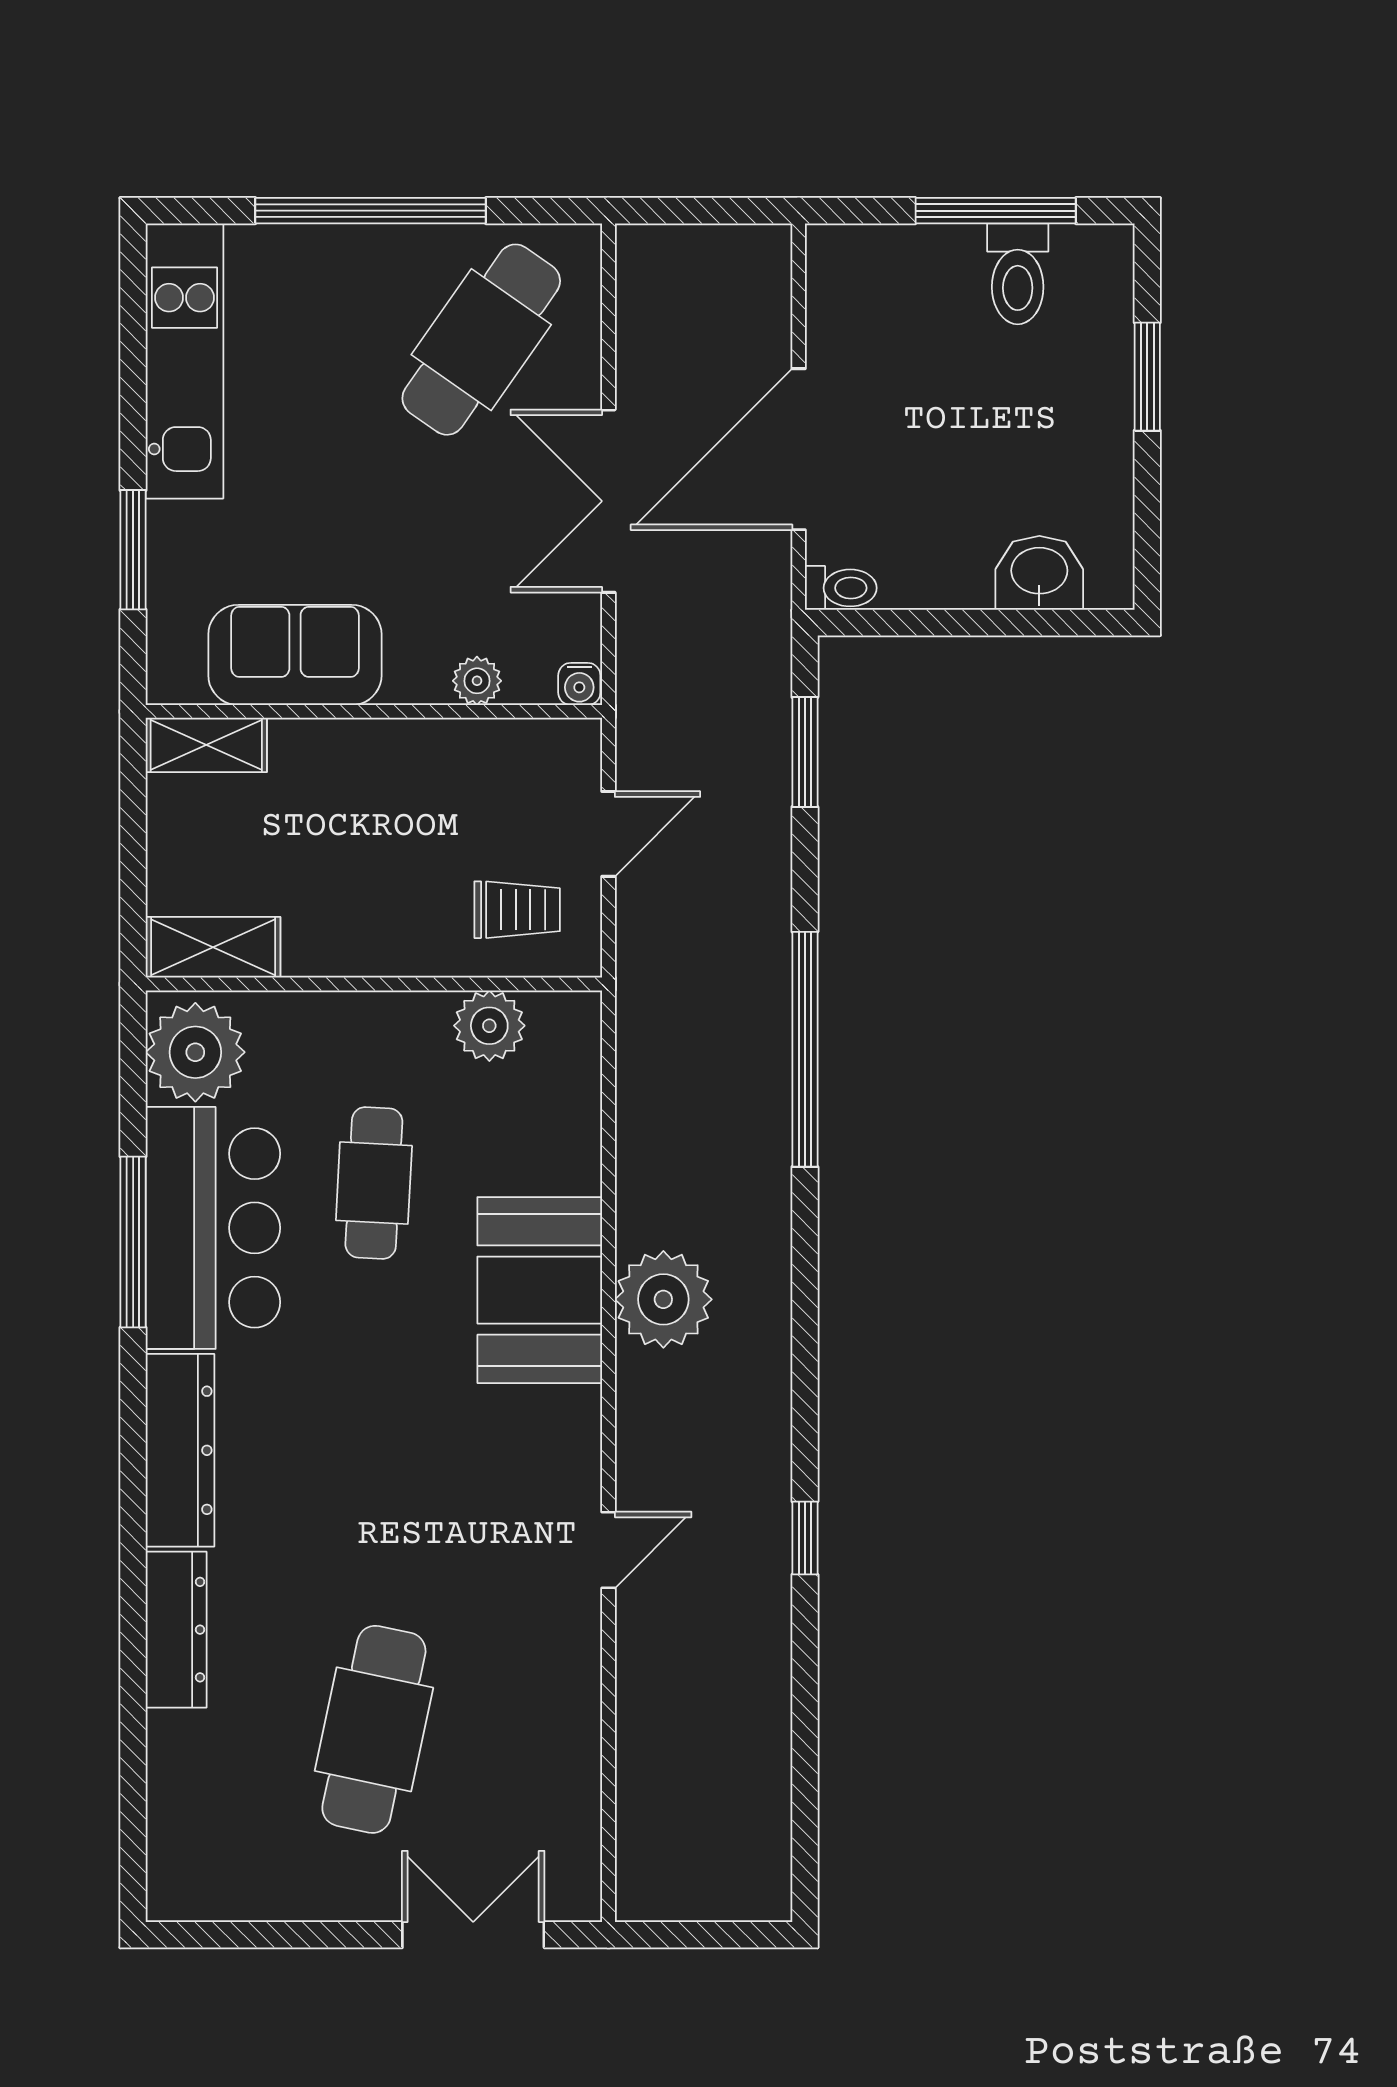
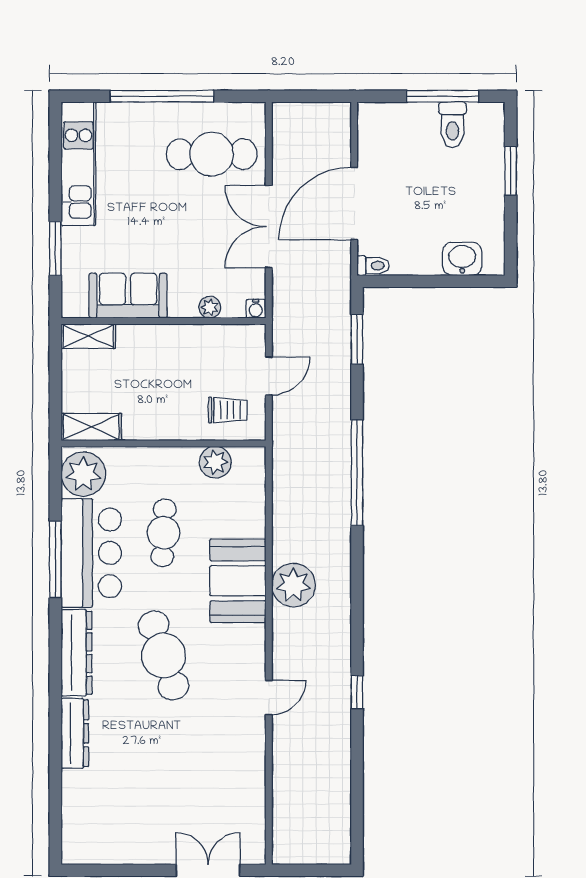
cafe table: (481, 340) -> (212, 154), turned 55
cafe table: (374, 1729) -> (163, 655), moved, turned -30

